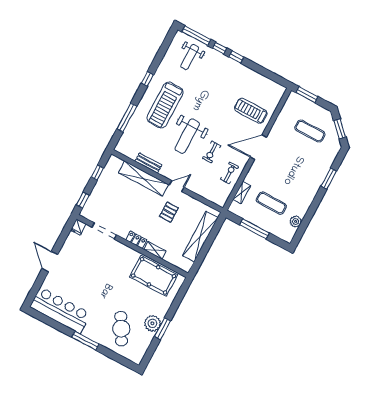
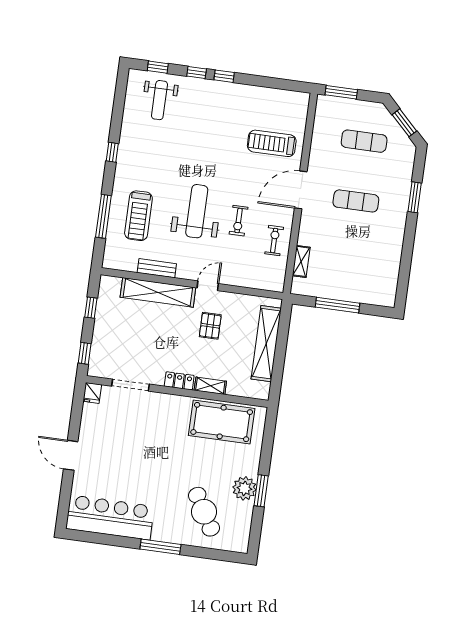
window: (196, 36) -> (158, 67), width x0.46
treadmill: (165, 105) -> (138, 216), moved, width x0.73, depth x0.73
weight bench: (187, 136) -> (197, 211), turned 180
exercise mat: (271, 203) -> (356, 201), moved
plant: (296, 221) -> (391, 274), removed

